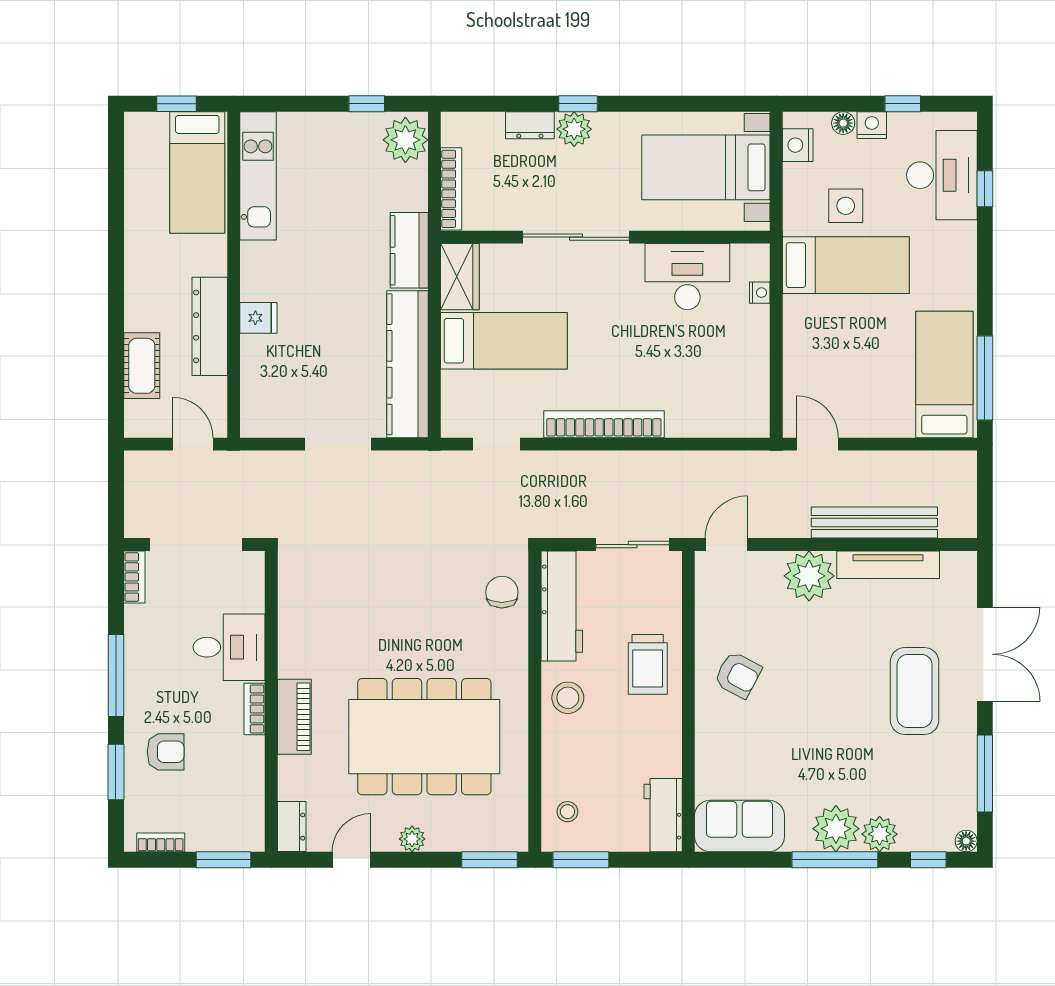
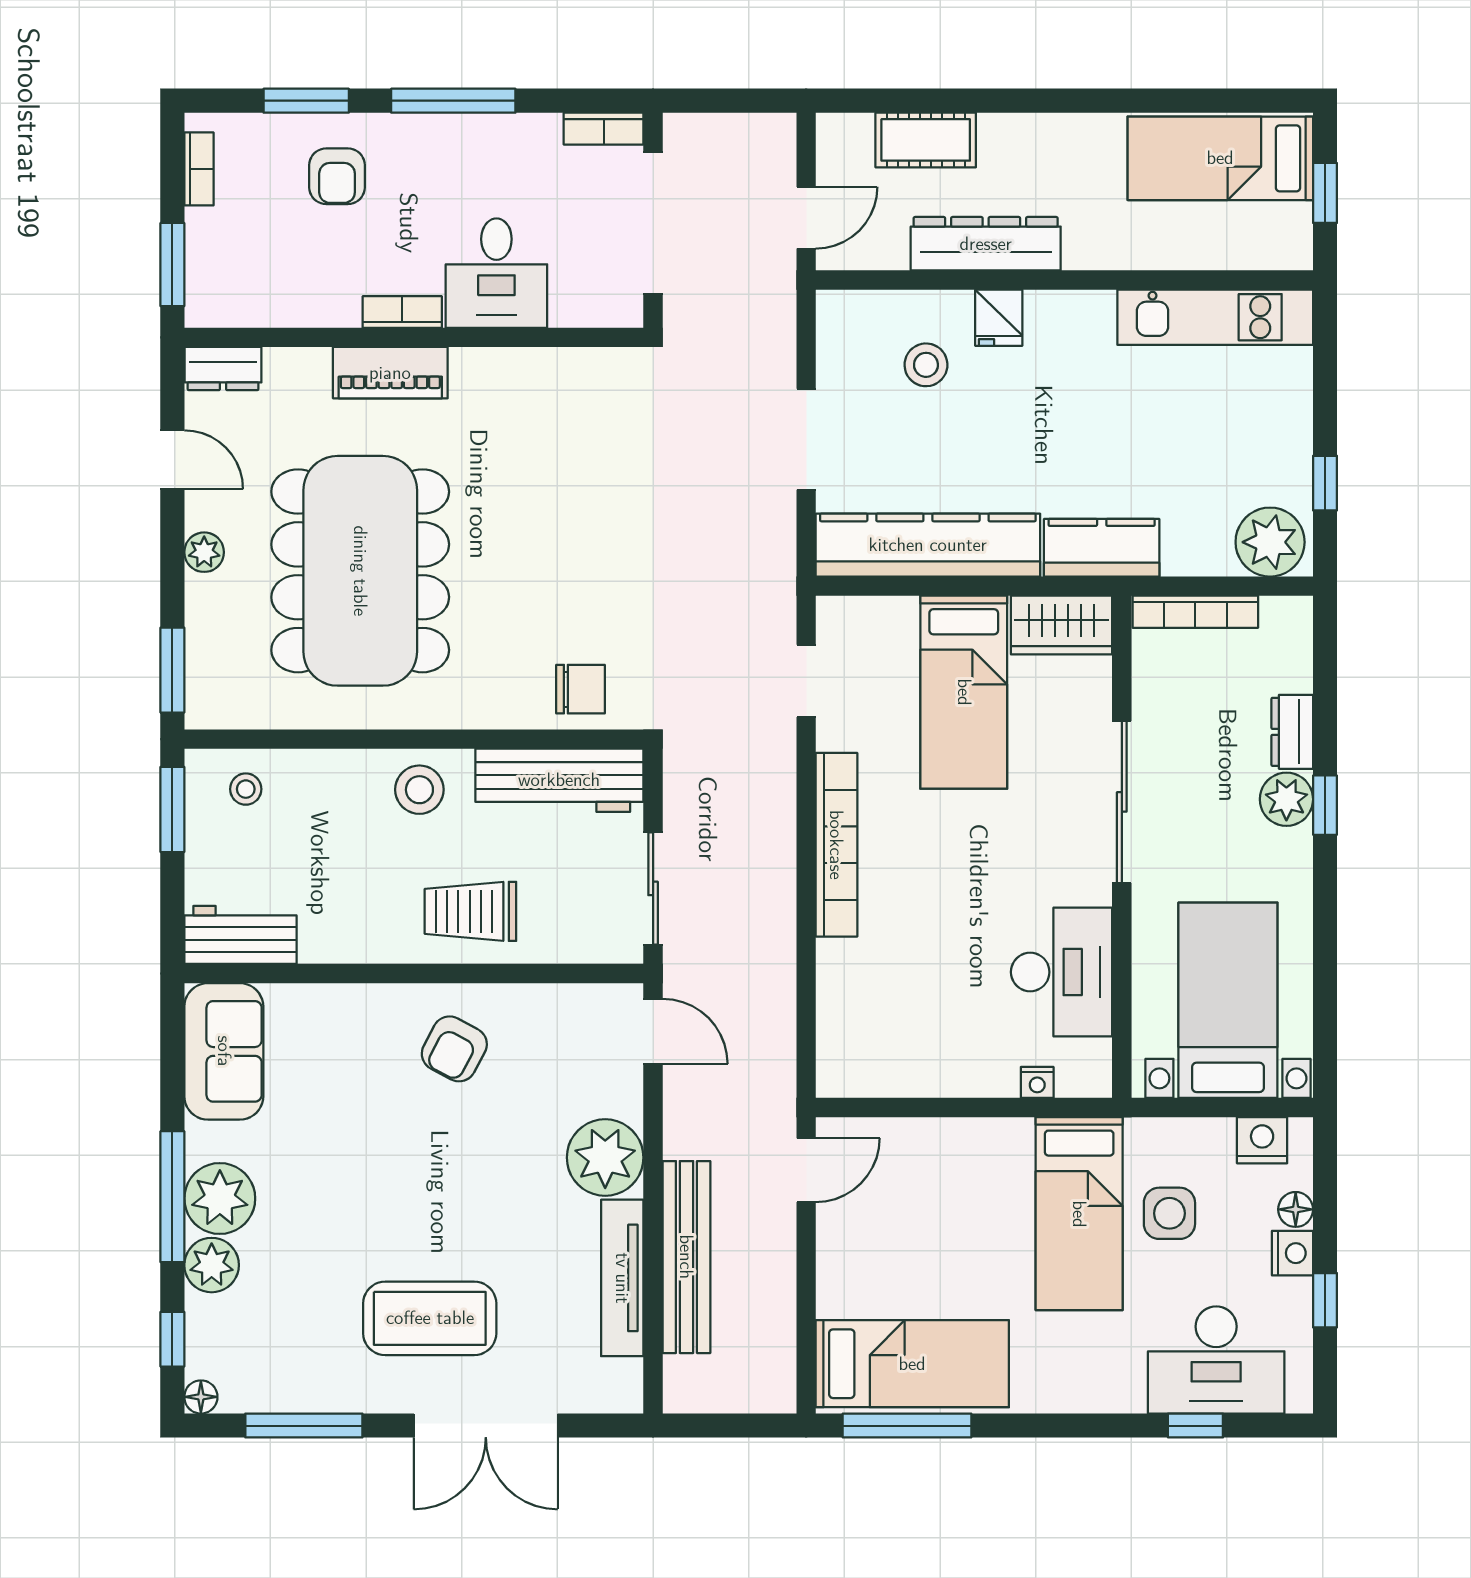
bed: (197, 172) -> (1220, 158), moved
stool: (289, 366) -> (926, 365), added

